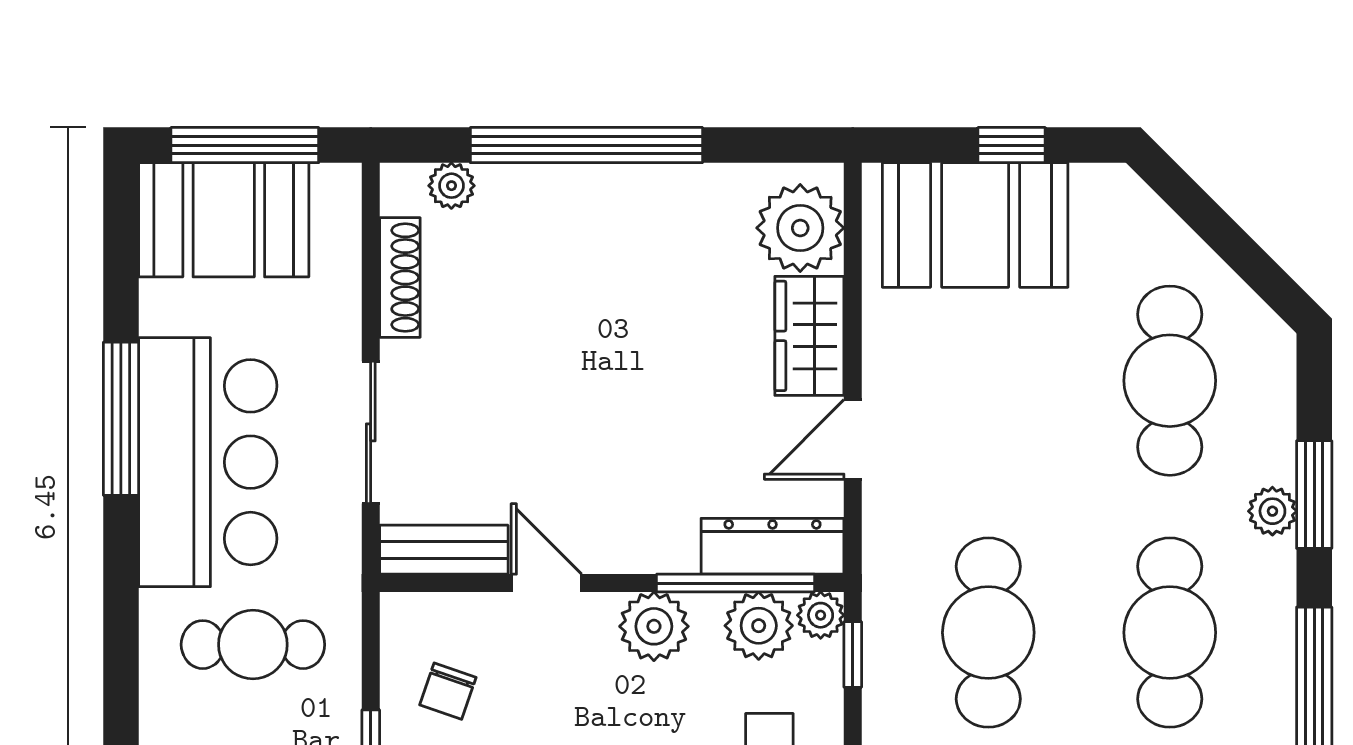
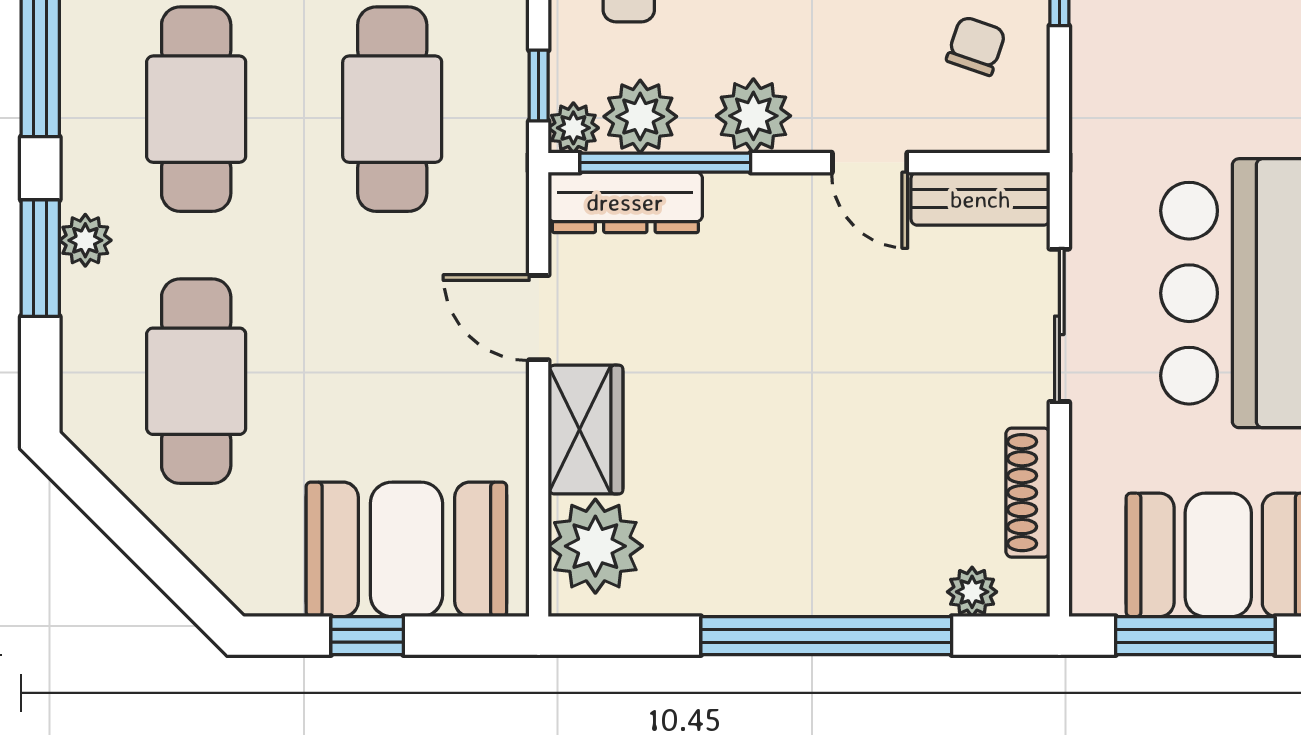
door: (853, 440) -> (539, 318), swing flipped
cafe table: (253, 645) -> (1187, 96), removed

